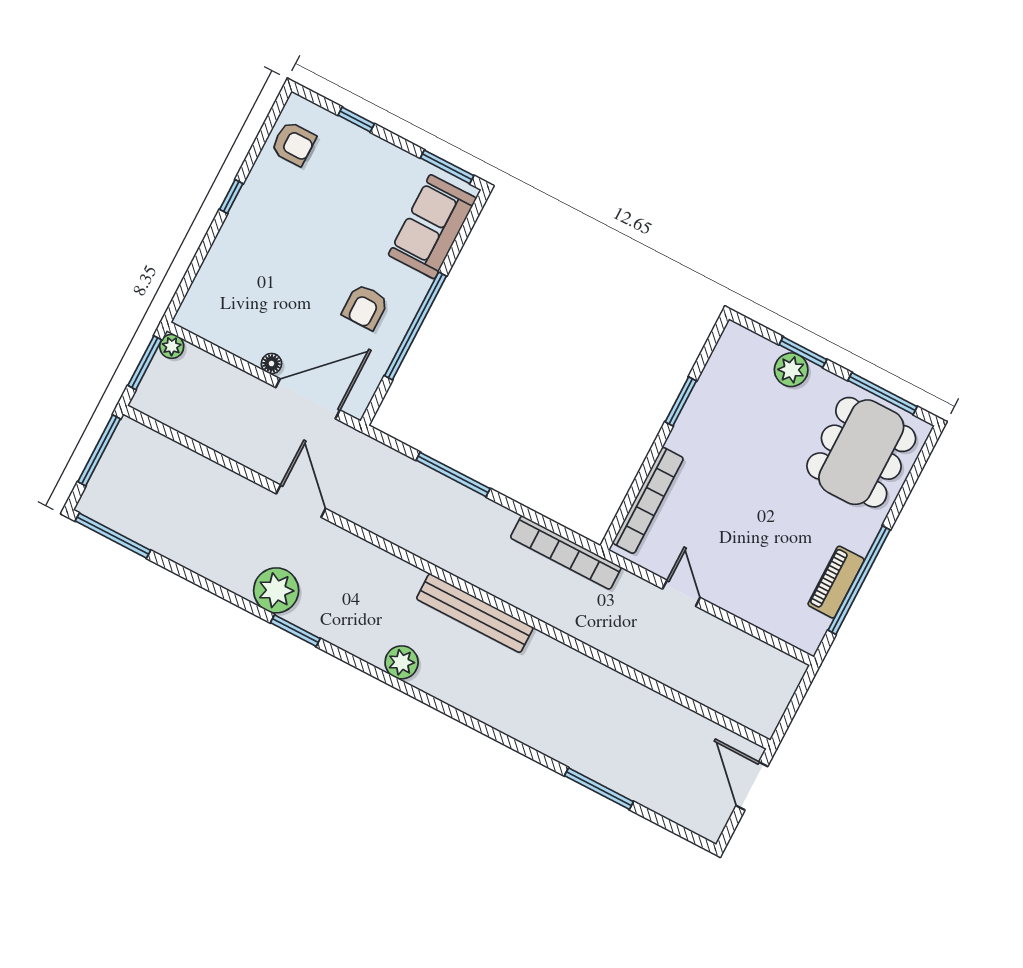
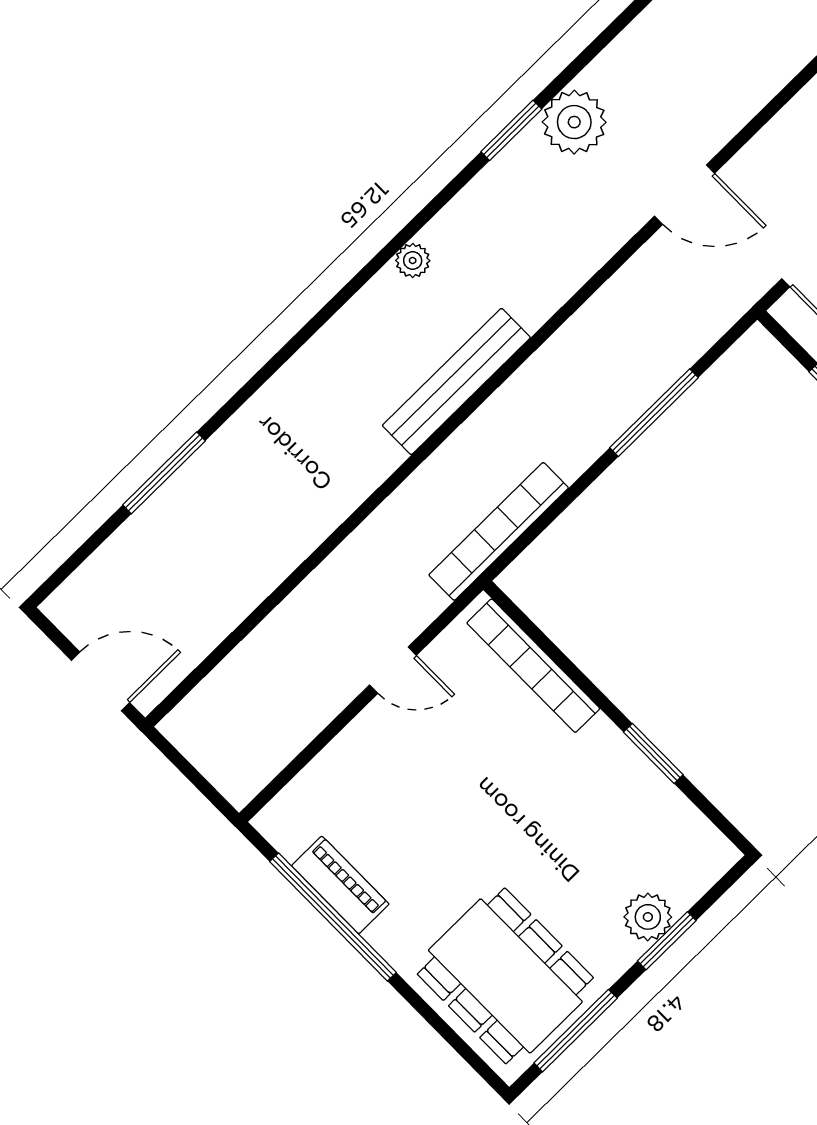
plant: (402, 662) -> (413, 260), width x0.73, depth x0.73

